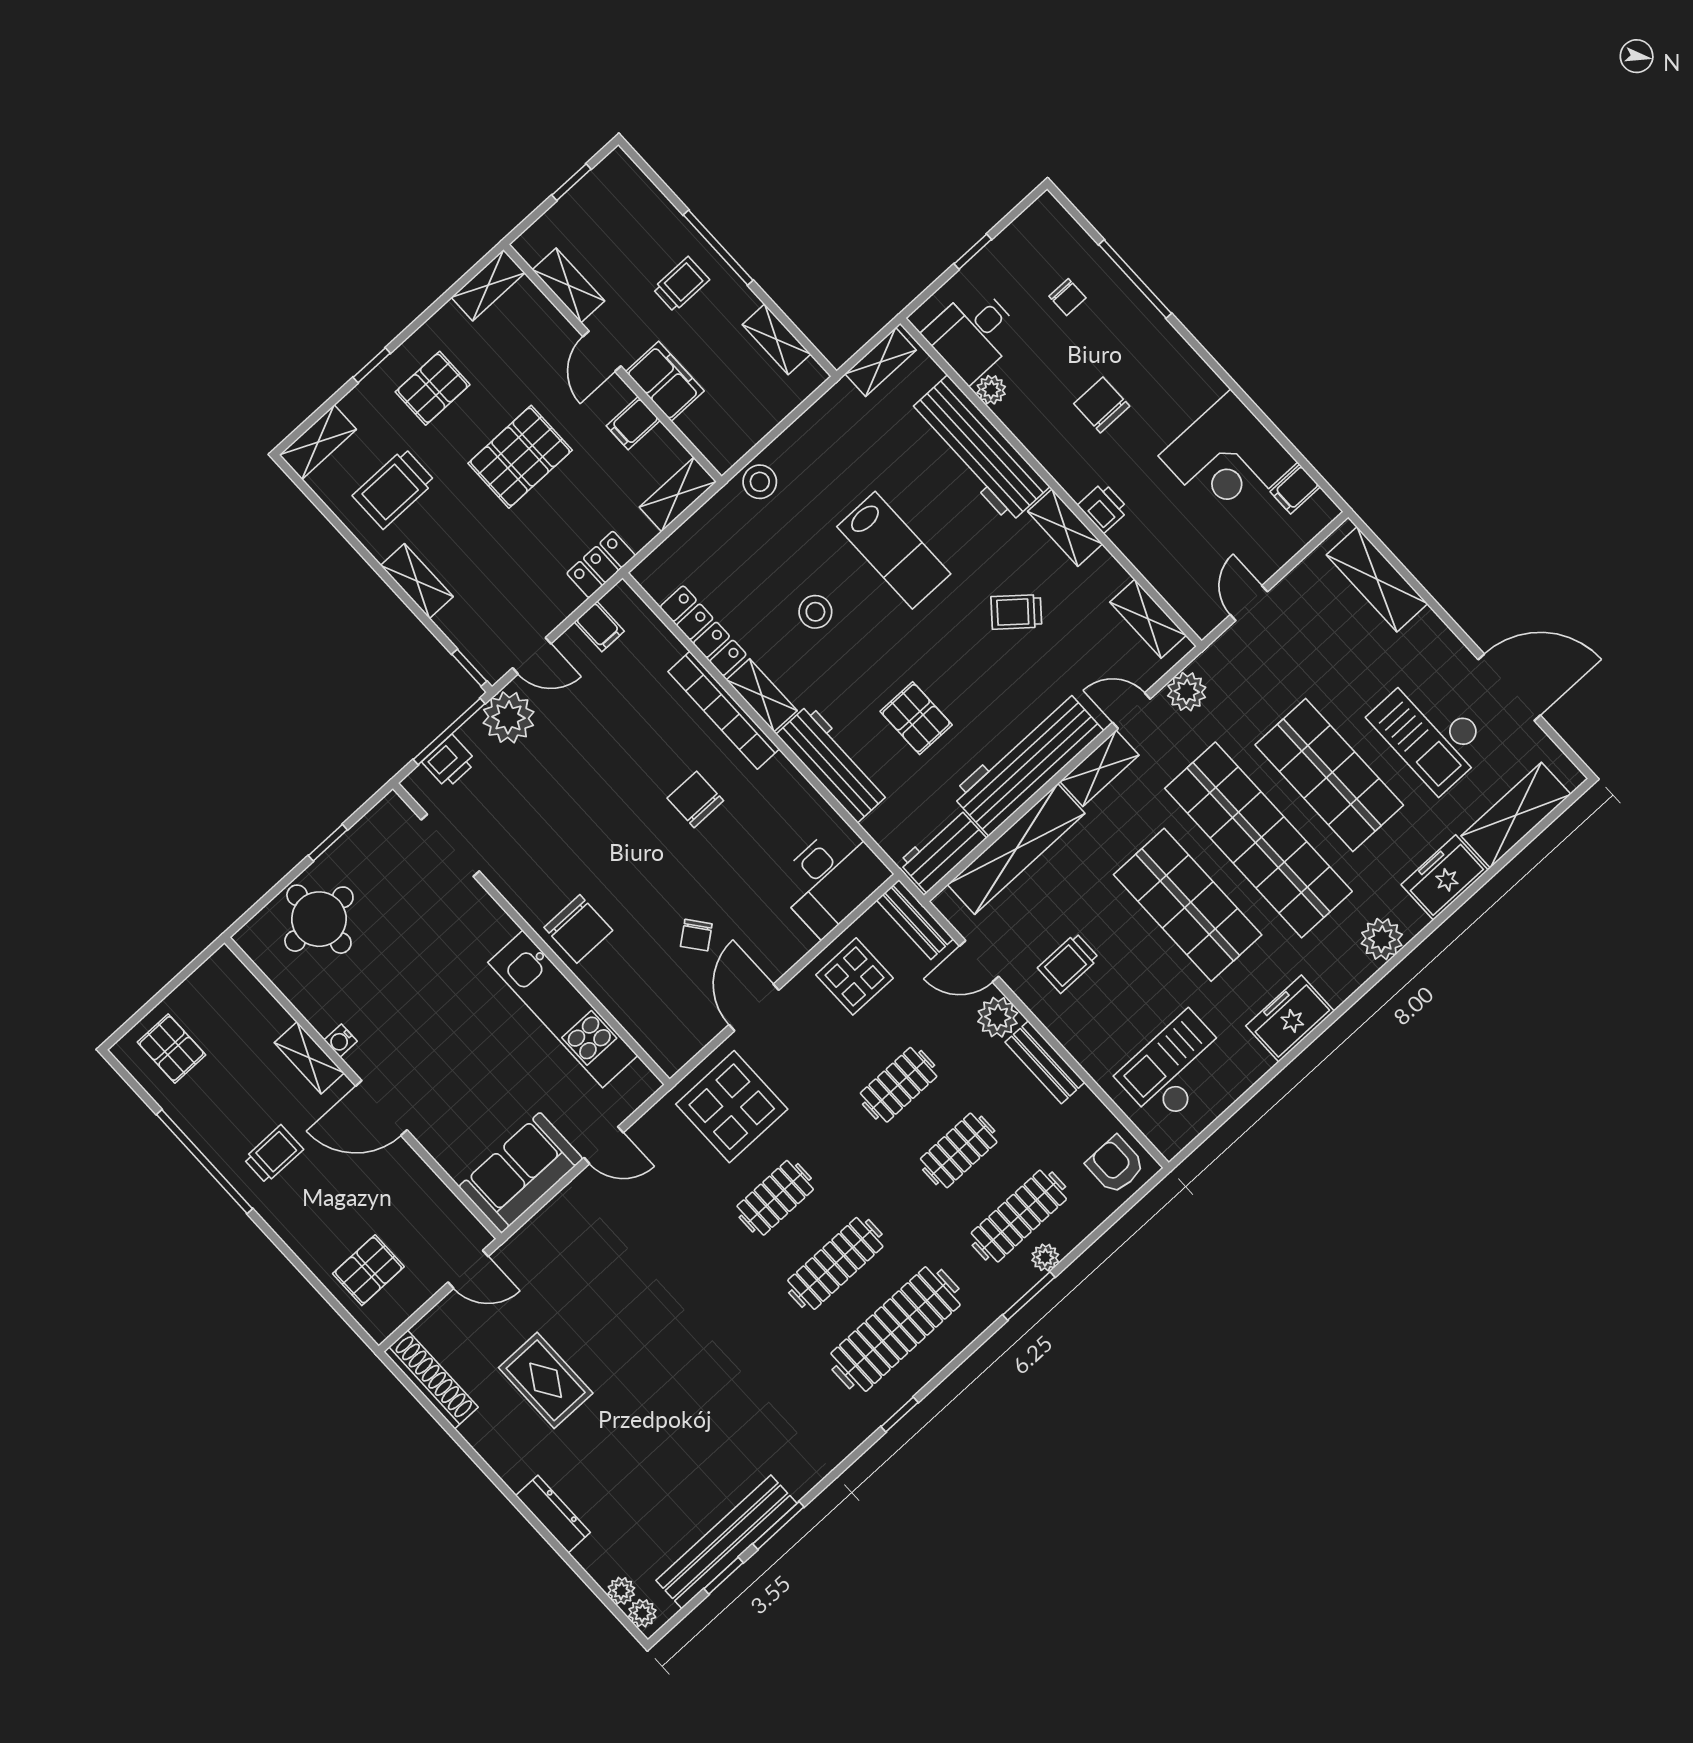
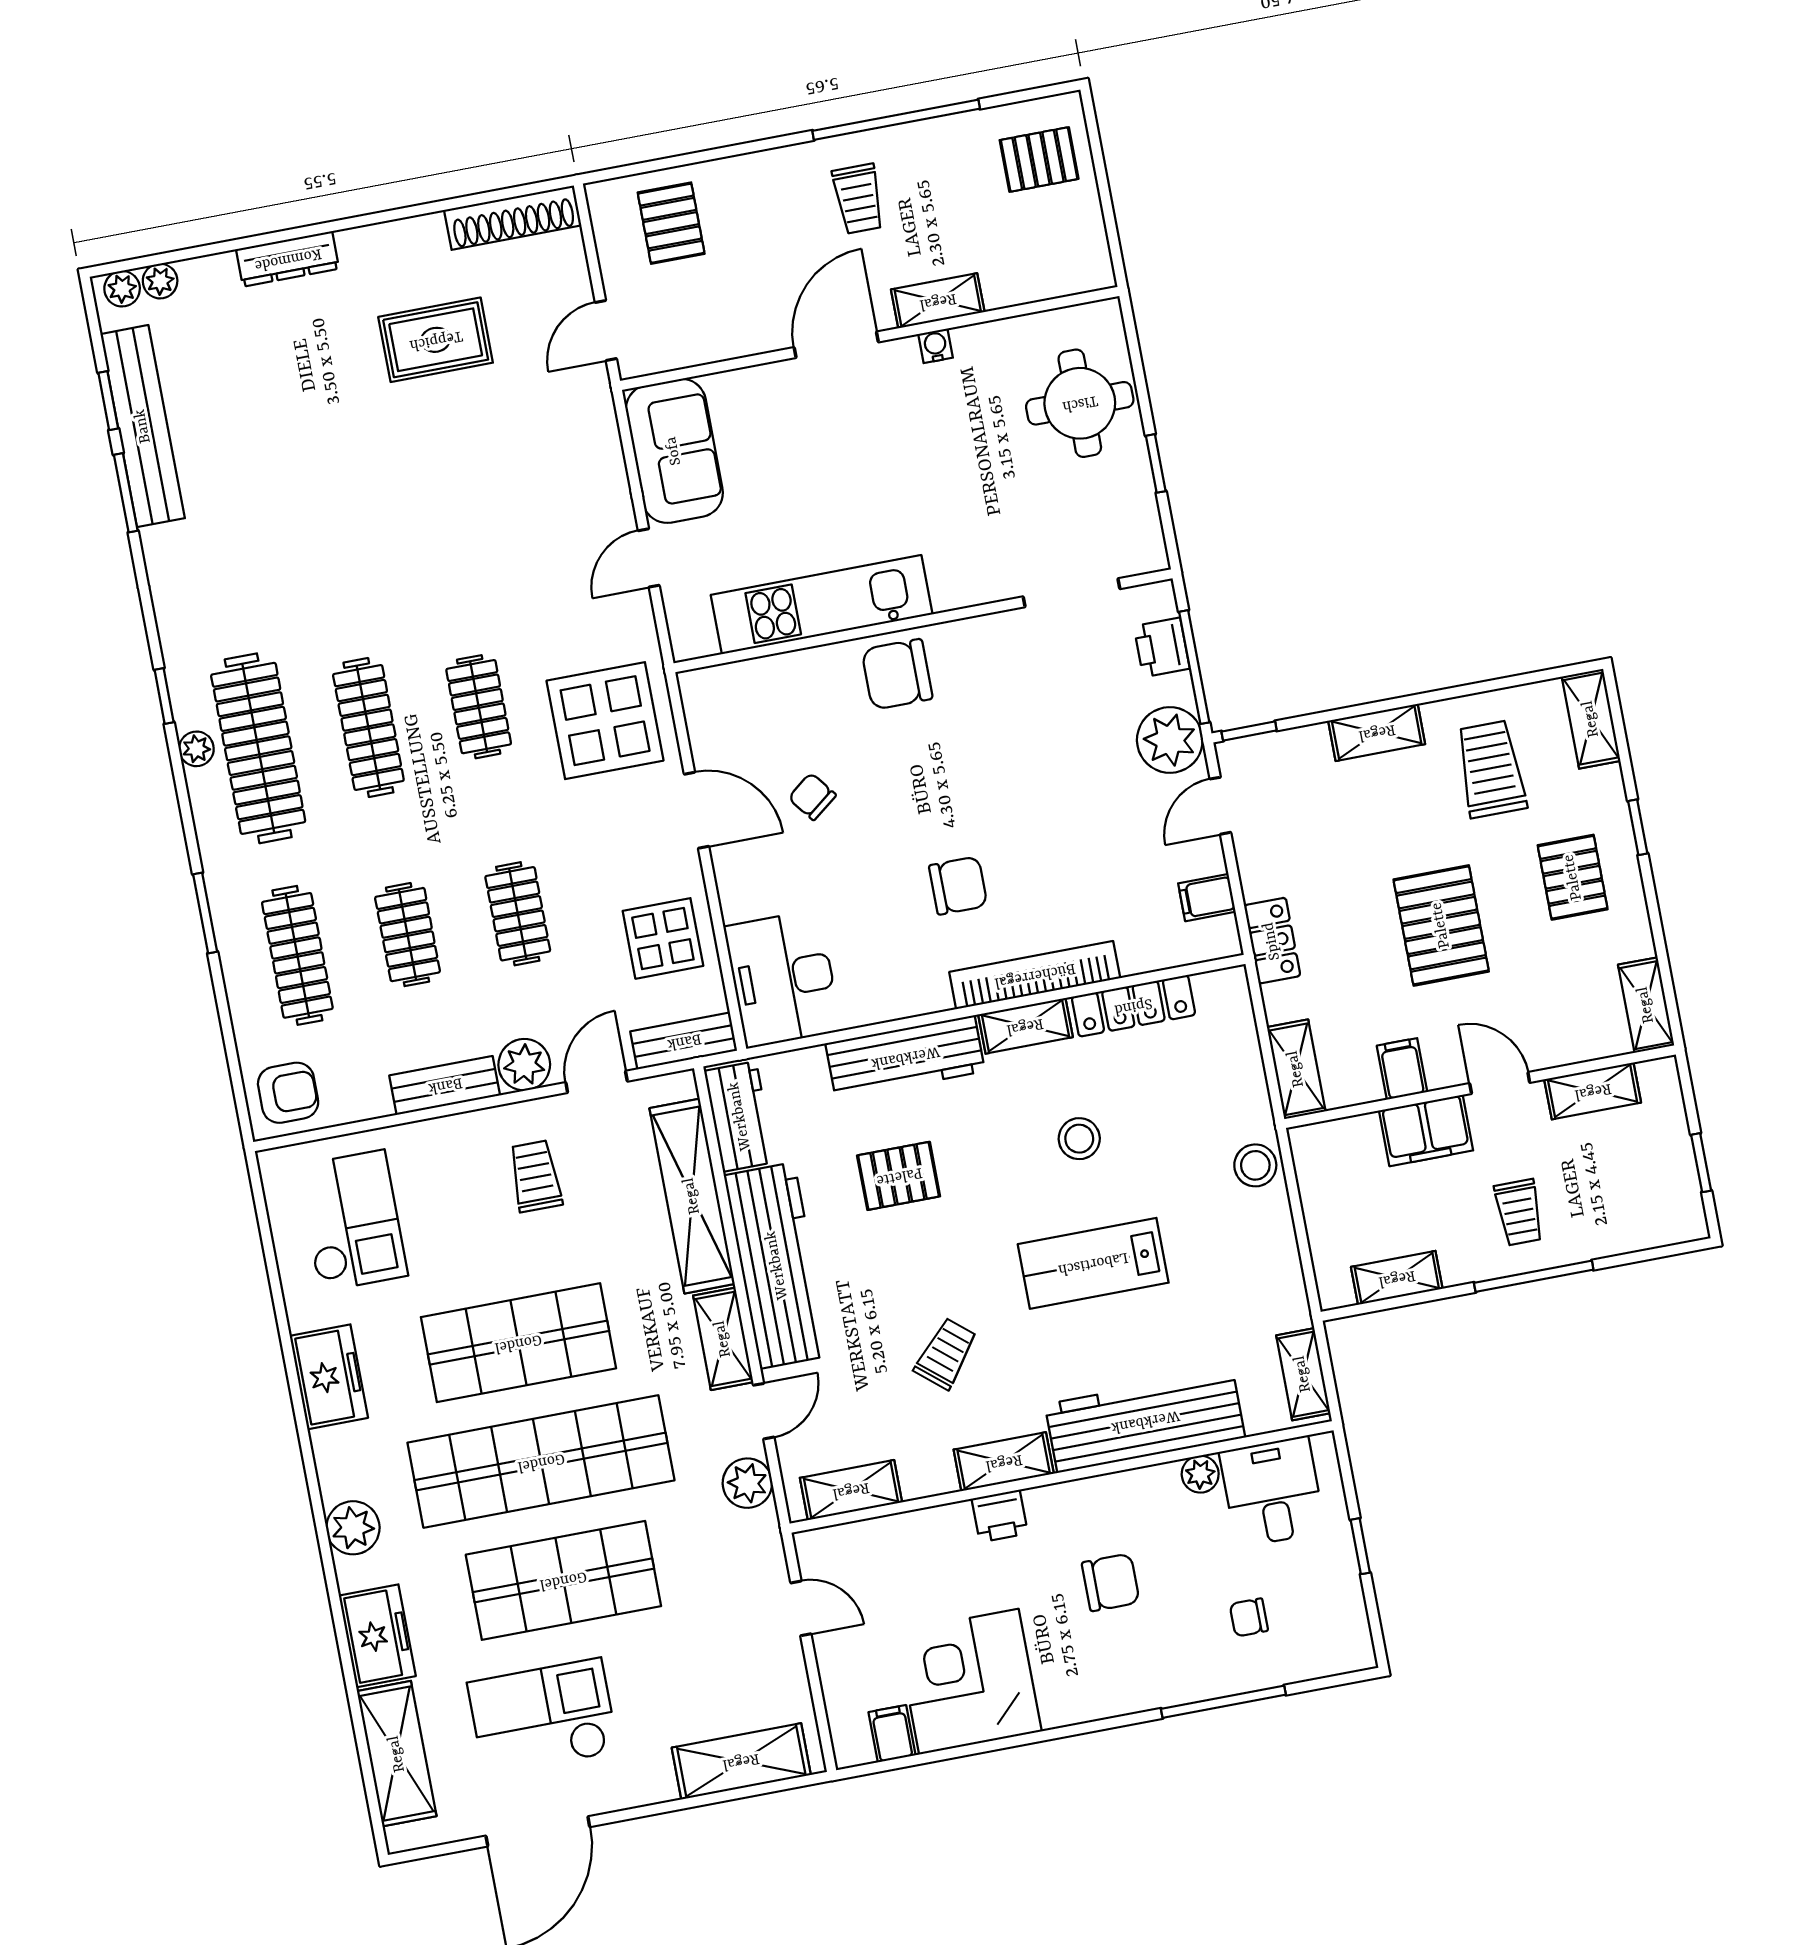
plant: (1045, 1257) -> (196, 749), moved

